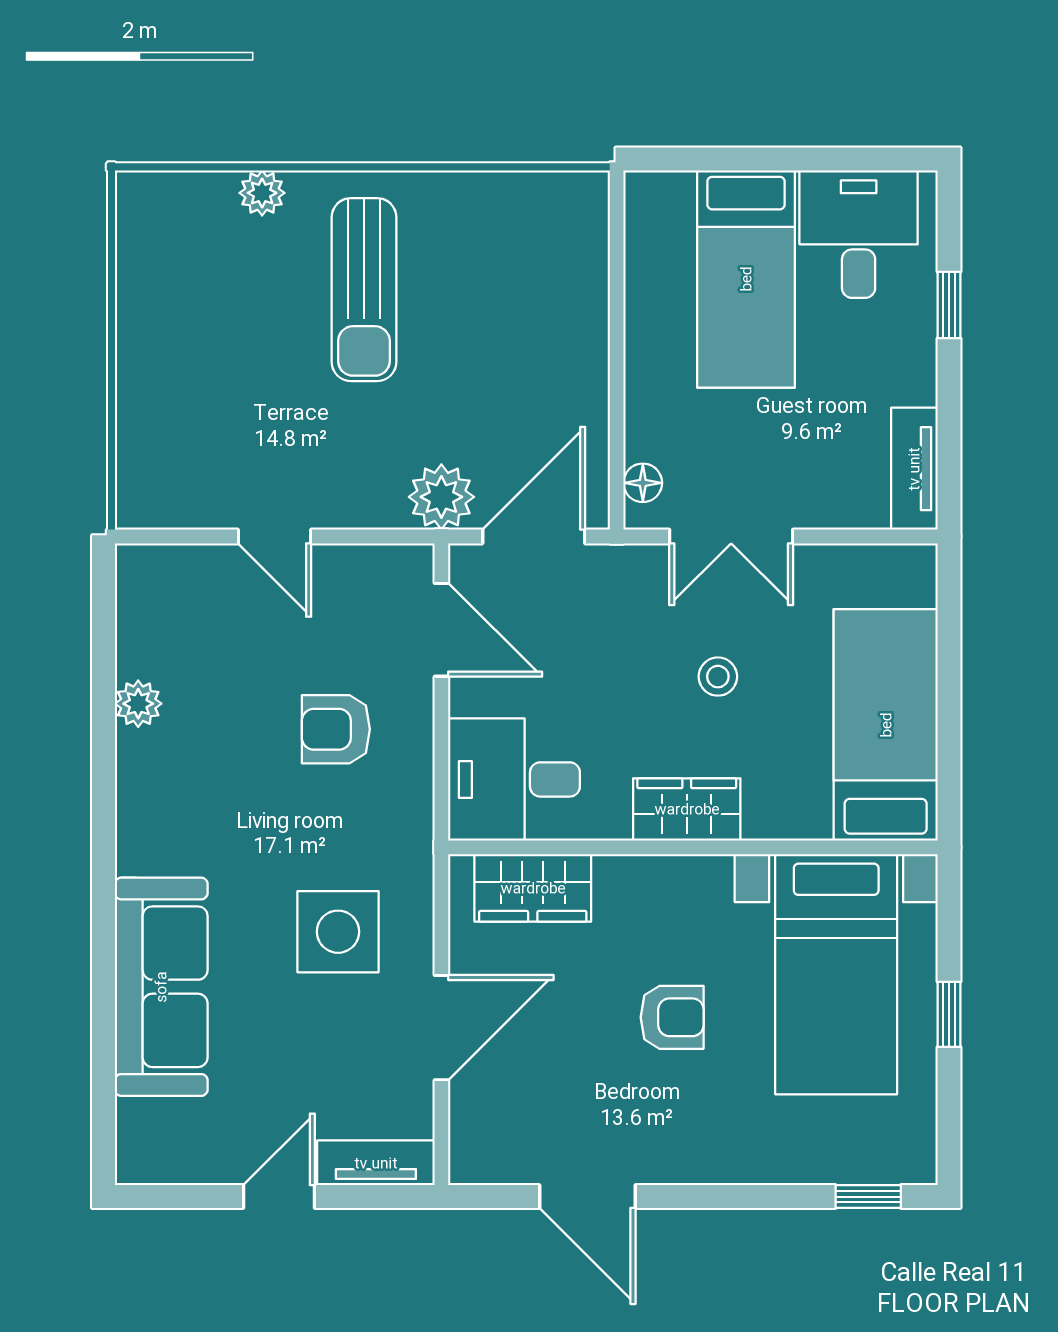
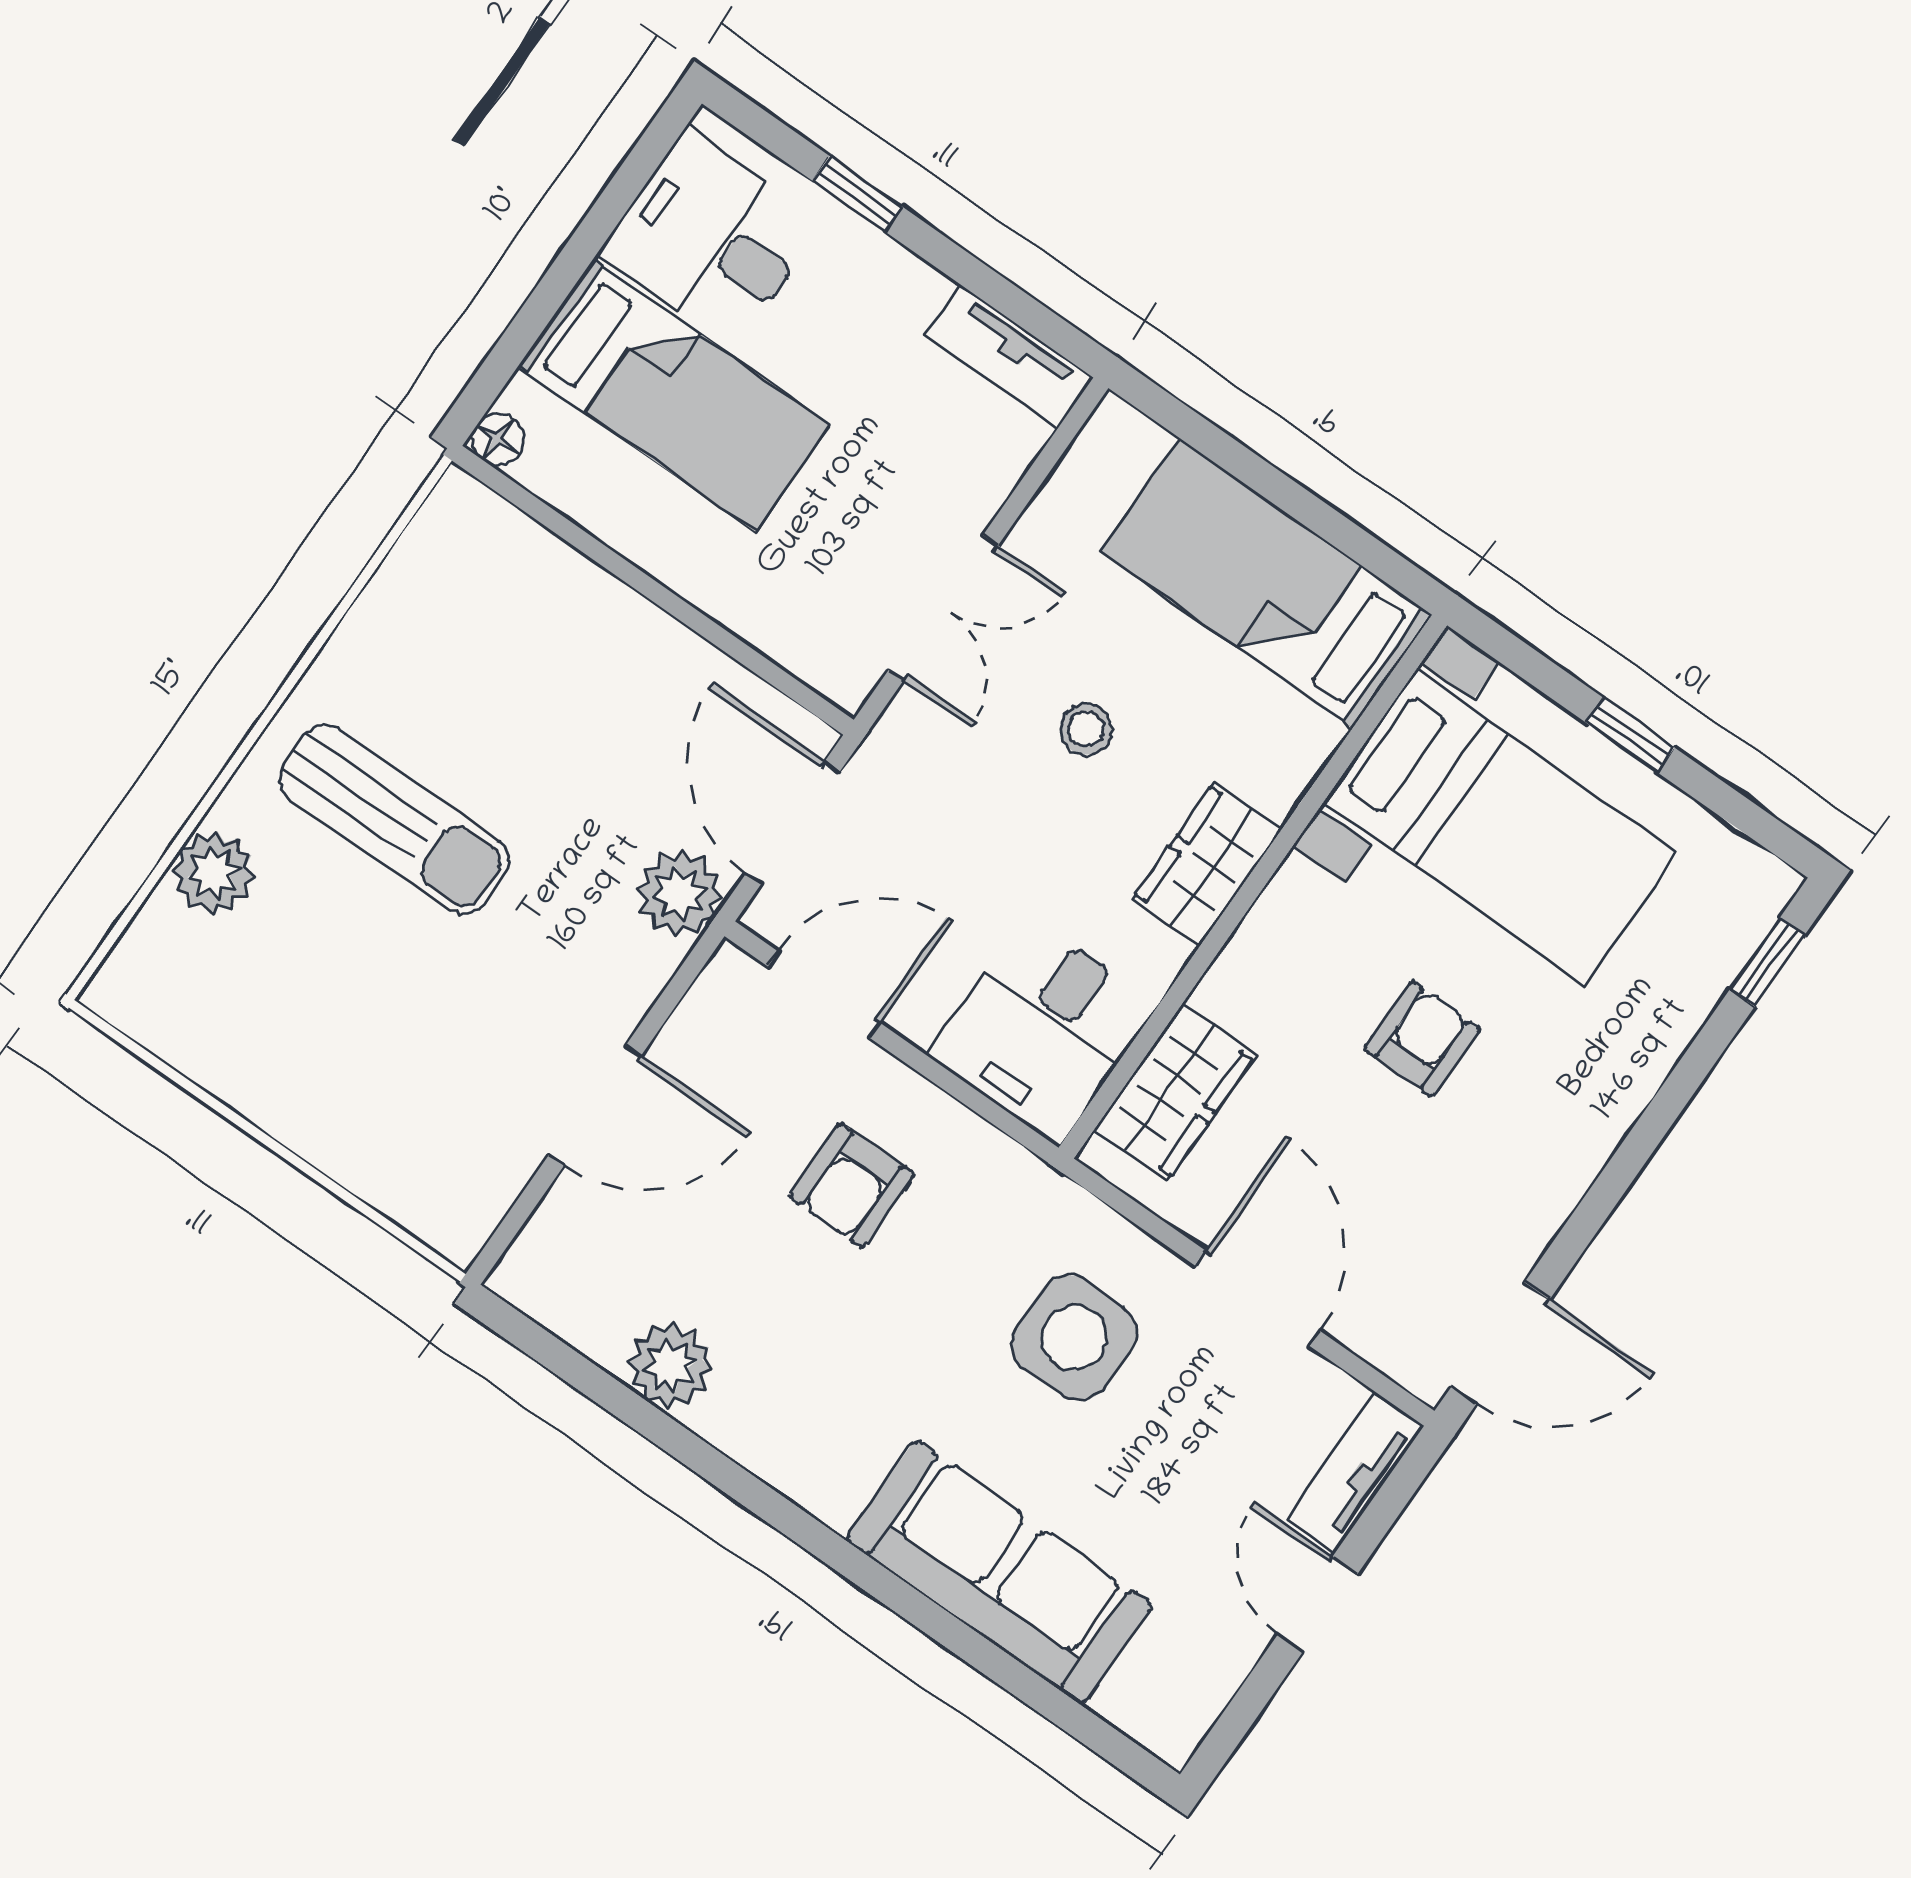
plant: (262, 193) -> (214, 873), width x1.38, depth x1.38
floor lamp: (643, 483) -> (498, 439), moved
door: (274, 536) -> (595, 1105), width x1.37
plant: (138, 704) -> (670, 1365), width x1.38, depth x1.38
door: (587, 1197) -> (1500, 1343), moved

